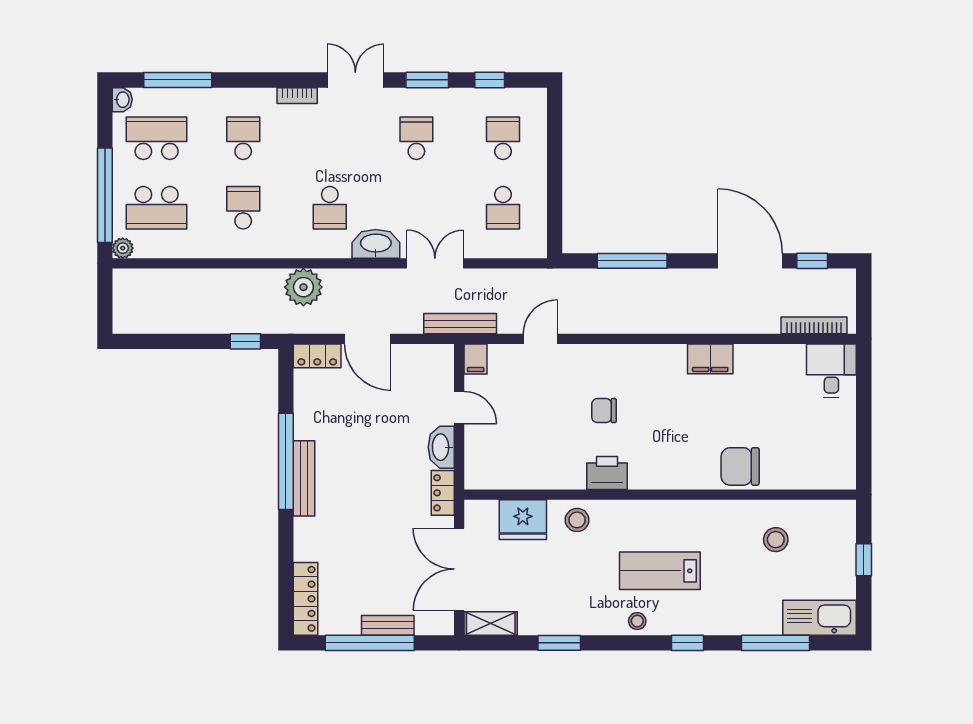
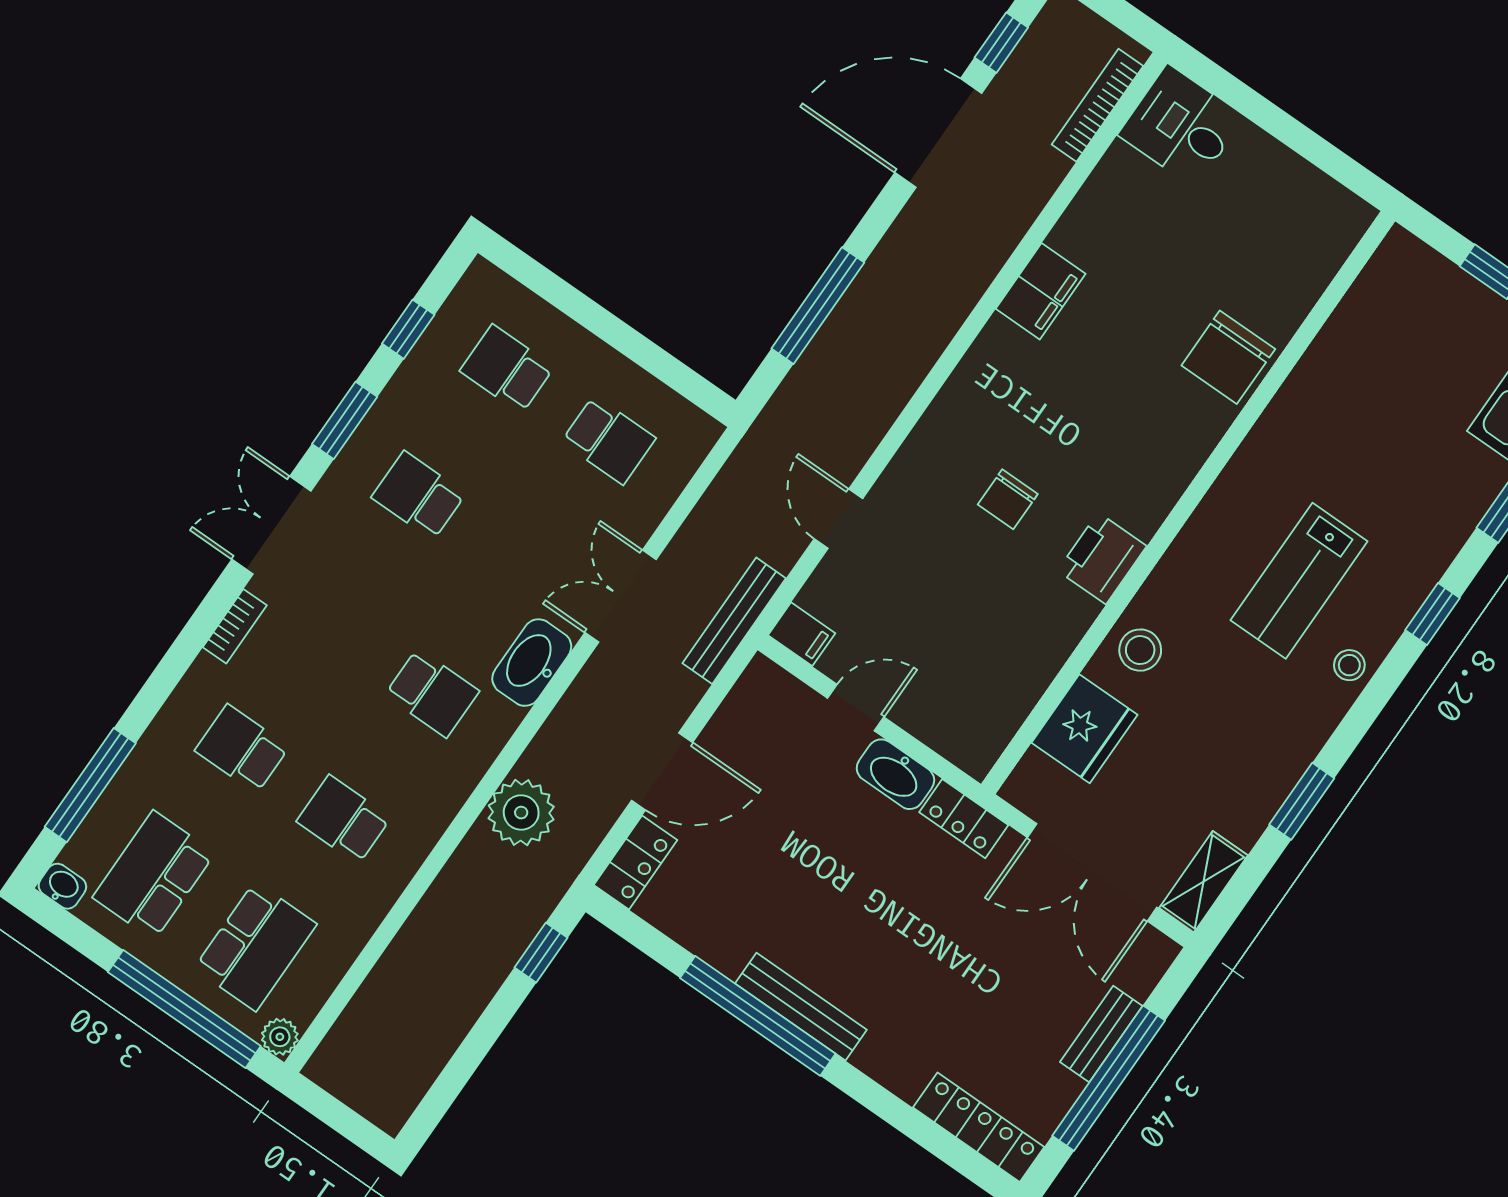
stool: (776, 540) -> (1372, 380), removed

